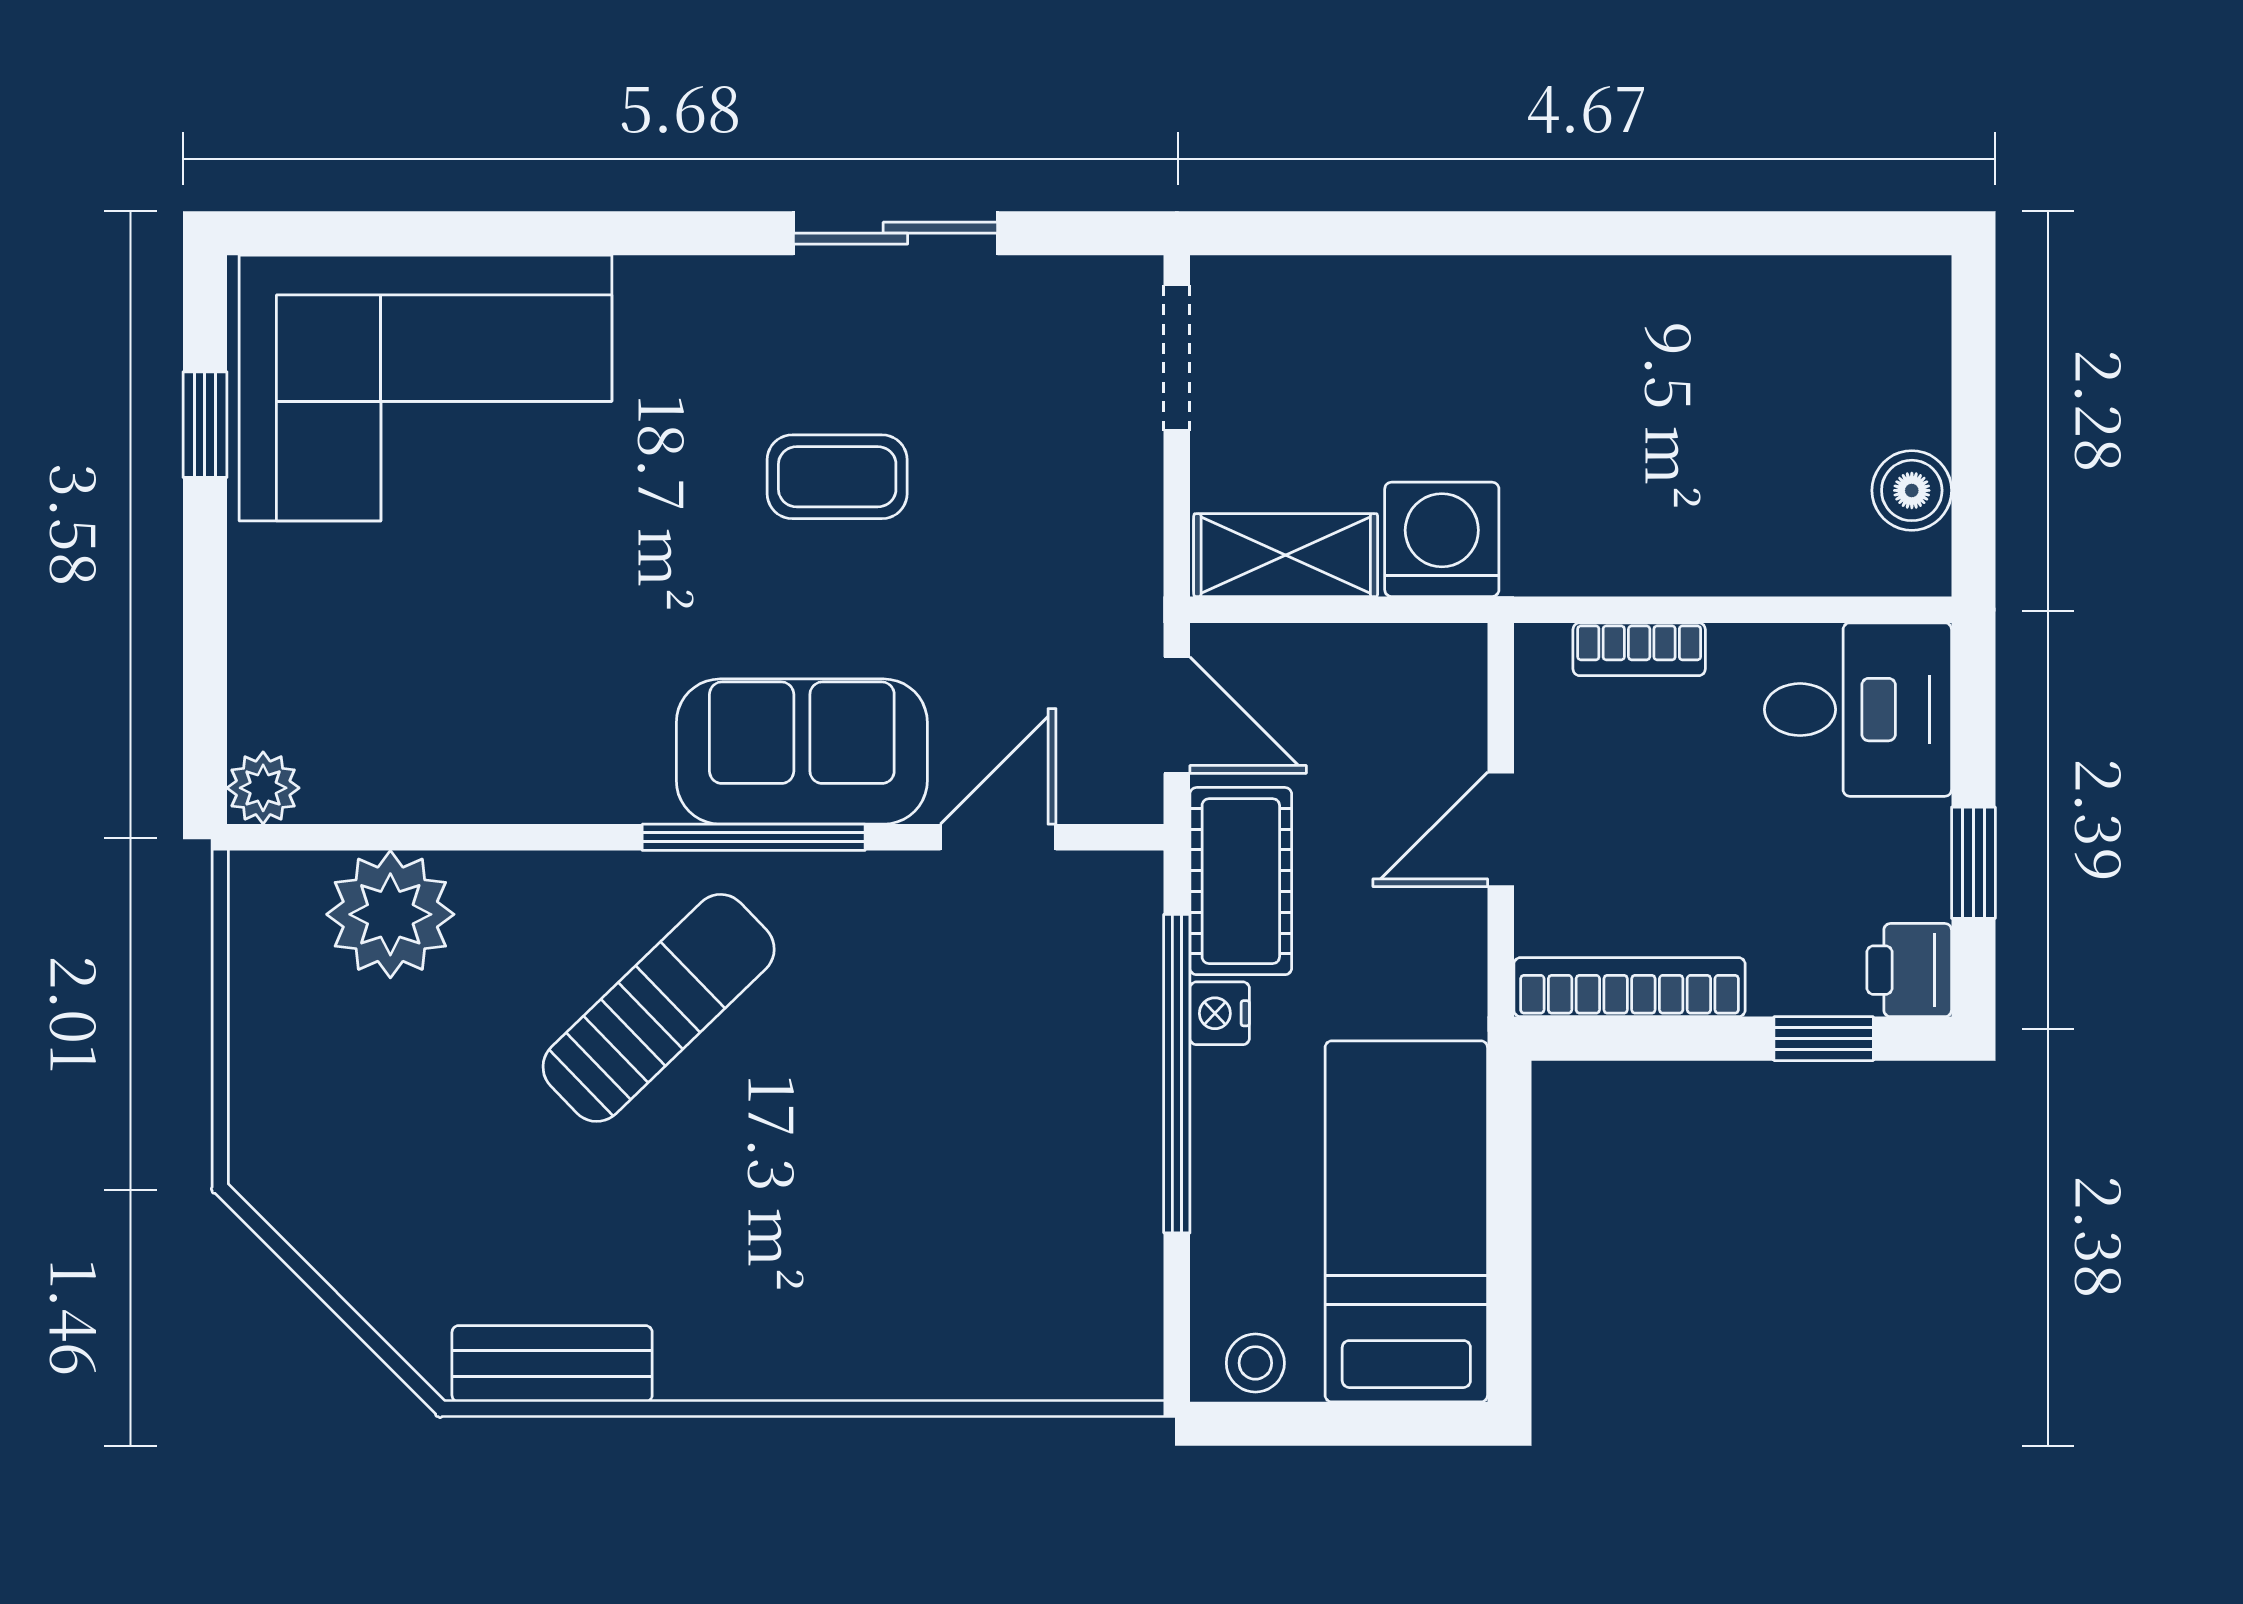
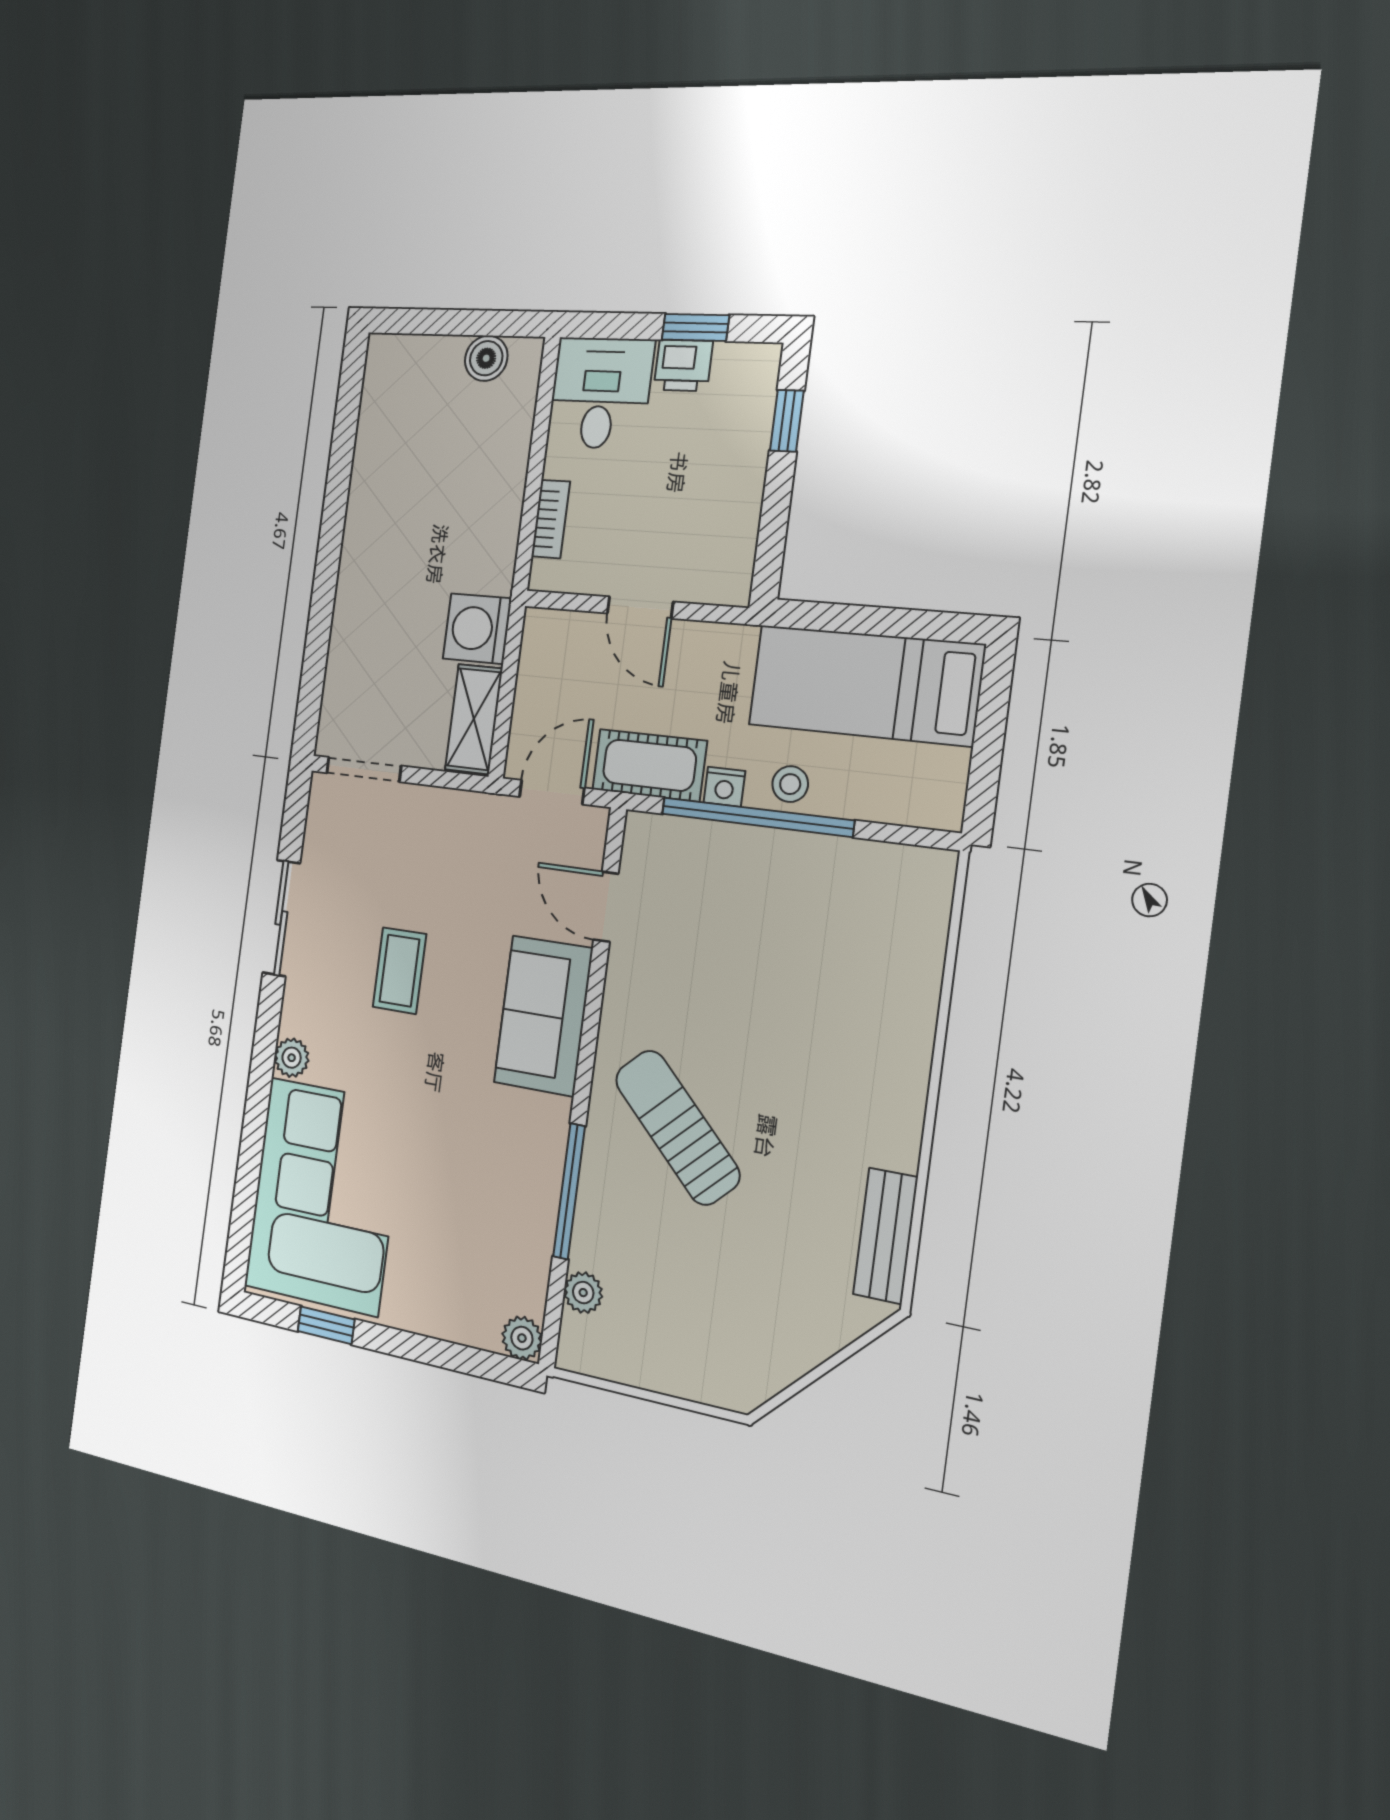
plant: (653, 290) -> (292, 1058), added
window: (754, 837) -> (569, 1191), moved
plant: (390, 914) -> (583, 1293), width x0.53, depth x0.53
printer: (1909, 970) -> (683, 365), moved
bookcase: (1629, 987) -> (741, 537), removed
stool: (1255, 1363) -> (790, 784), moved

